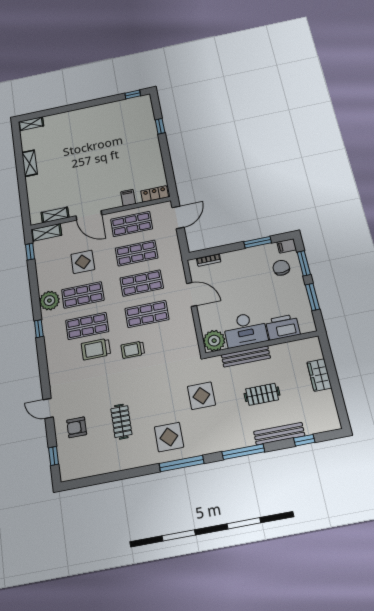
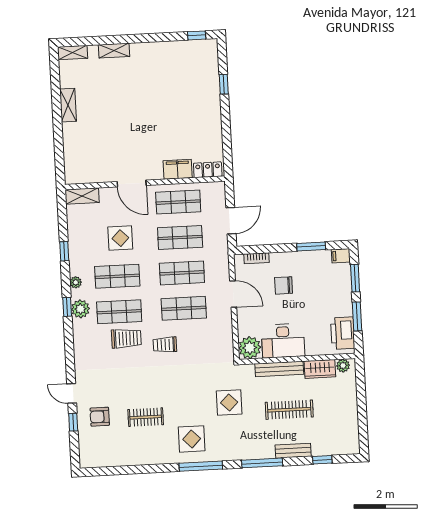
filing cabinet: (128, 198) -> (178, 169), width x2.00
shelving: (55, 215) -> (114, 51), moved
door: (178, 217) -> (231, 221), moved
window: (30, 252) -> (64, 251), moved
chair: (281, 268) -> (284, 285), moved, turned -85
plant: (49, 301) -> (76, 282), width x0.53, depth x0.53
printer: (283, 327) -> (343, 333), moved, turned -90
plant: (51, 329) -> (80, 309), added
plant: (308, 344) -> (343, 366), added
trolley: (96, 349) -> (126, 338), turned 180
wardrobe: (319, 375) -> (320, 369), moved, turned -90
clothes rail: (262, 394) -> (289, 410), width x1.36
clothes rail: (121, 422) -> (146, 417), turned 90
bench: (279, 434) -> (293, 451), width x0.73
window: (54, 456) -> (73, 422), moved

